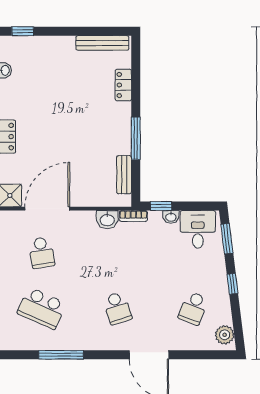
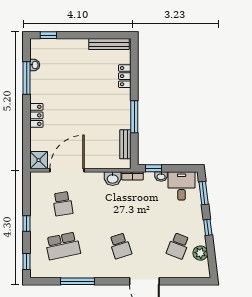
school desk: (42, 308) -> (63, 246), turned -36
plant: (225, 335) -> (200, 253), moved

